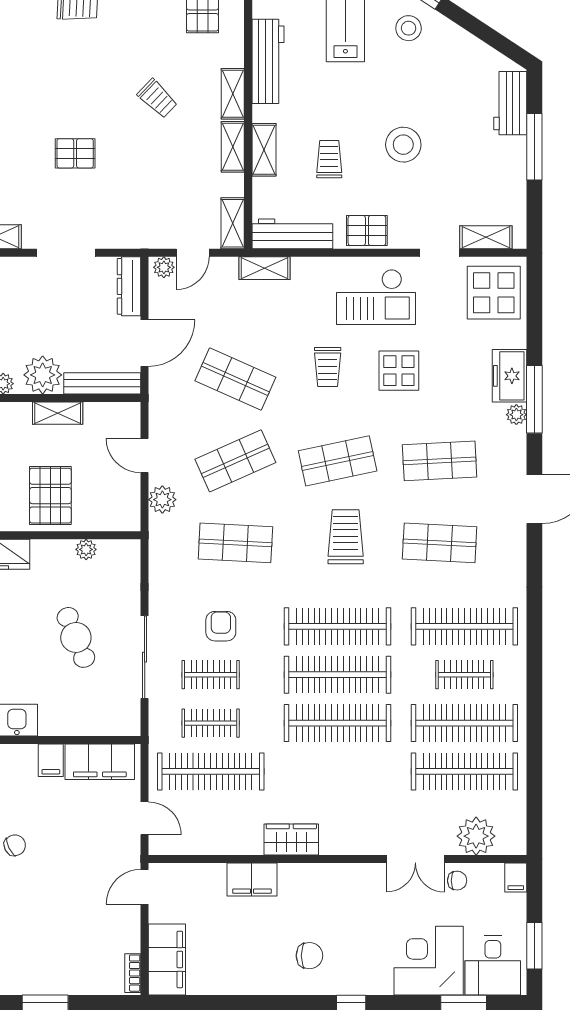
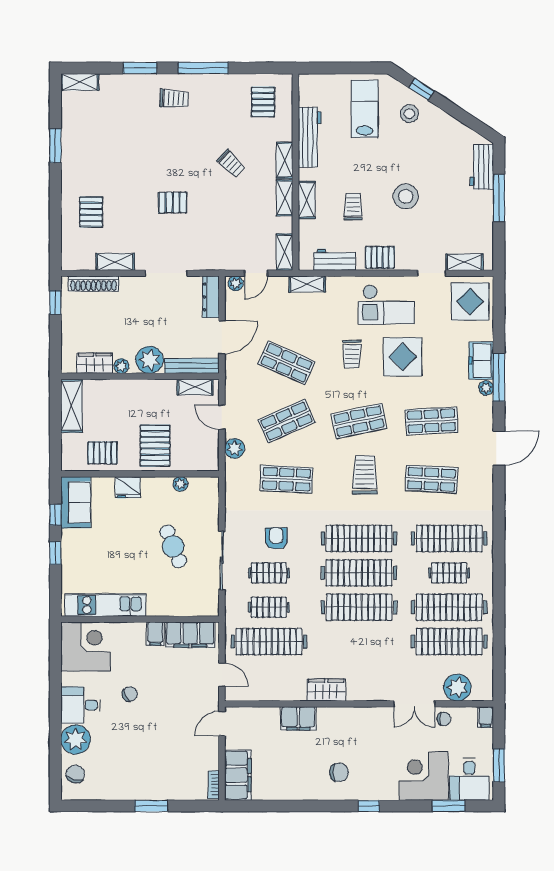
workbench: (292, 234) -> (335, 260), width x0.73
display table: (399, 371) -> (403, 357), width x1.36, depth x1.36
shelving: (58, 413) -> (195, 387), moved

